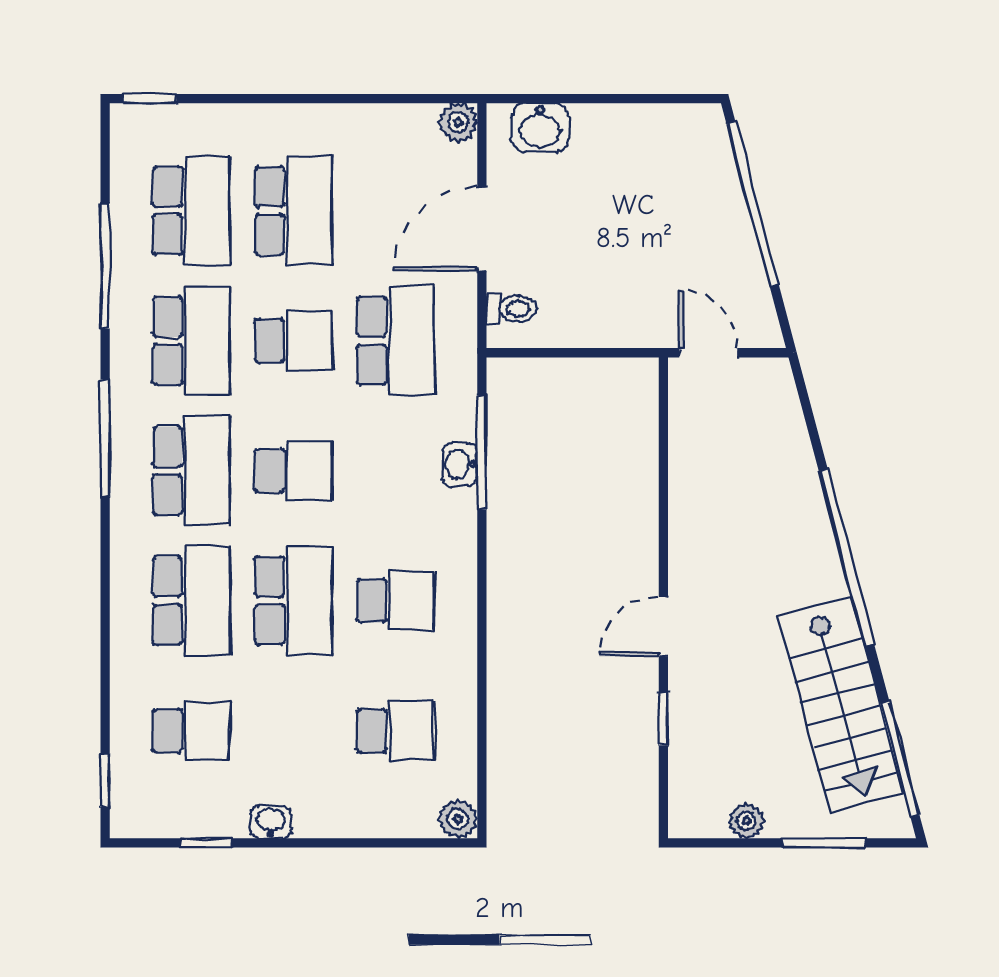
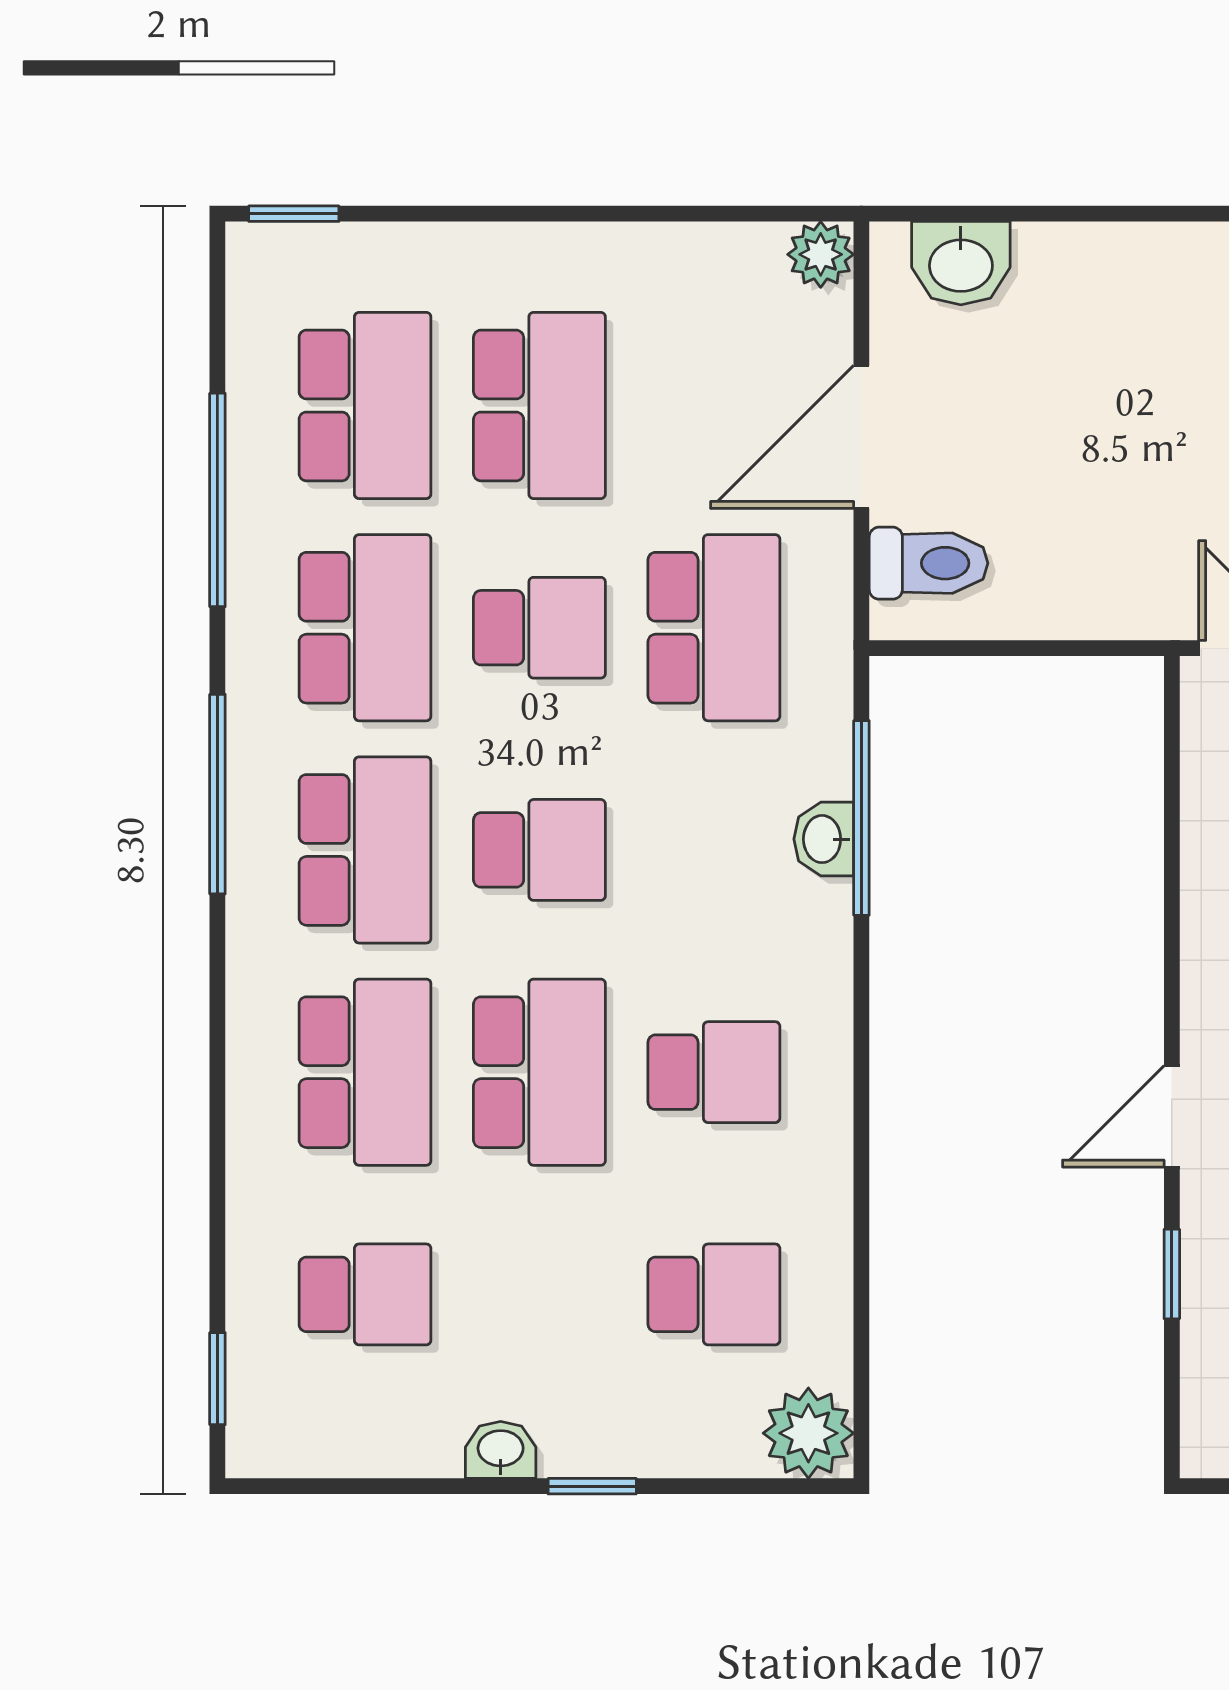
toilet: (511, 309) -> (929, 563), width x1.37, depth x1.39
plant: (458, 819) -> (808, 1433), width x1.38, depth x1.38
window: (206, 843) -> (592, 1486), moved

